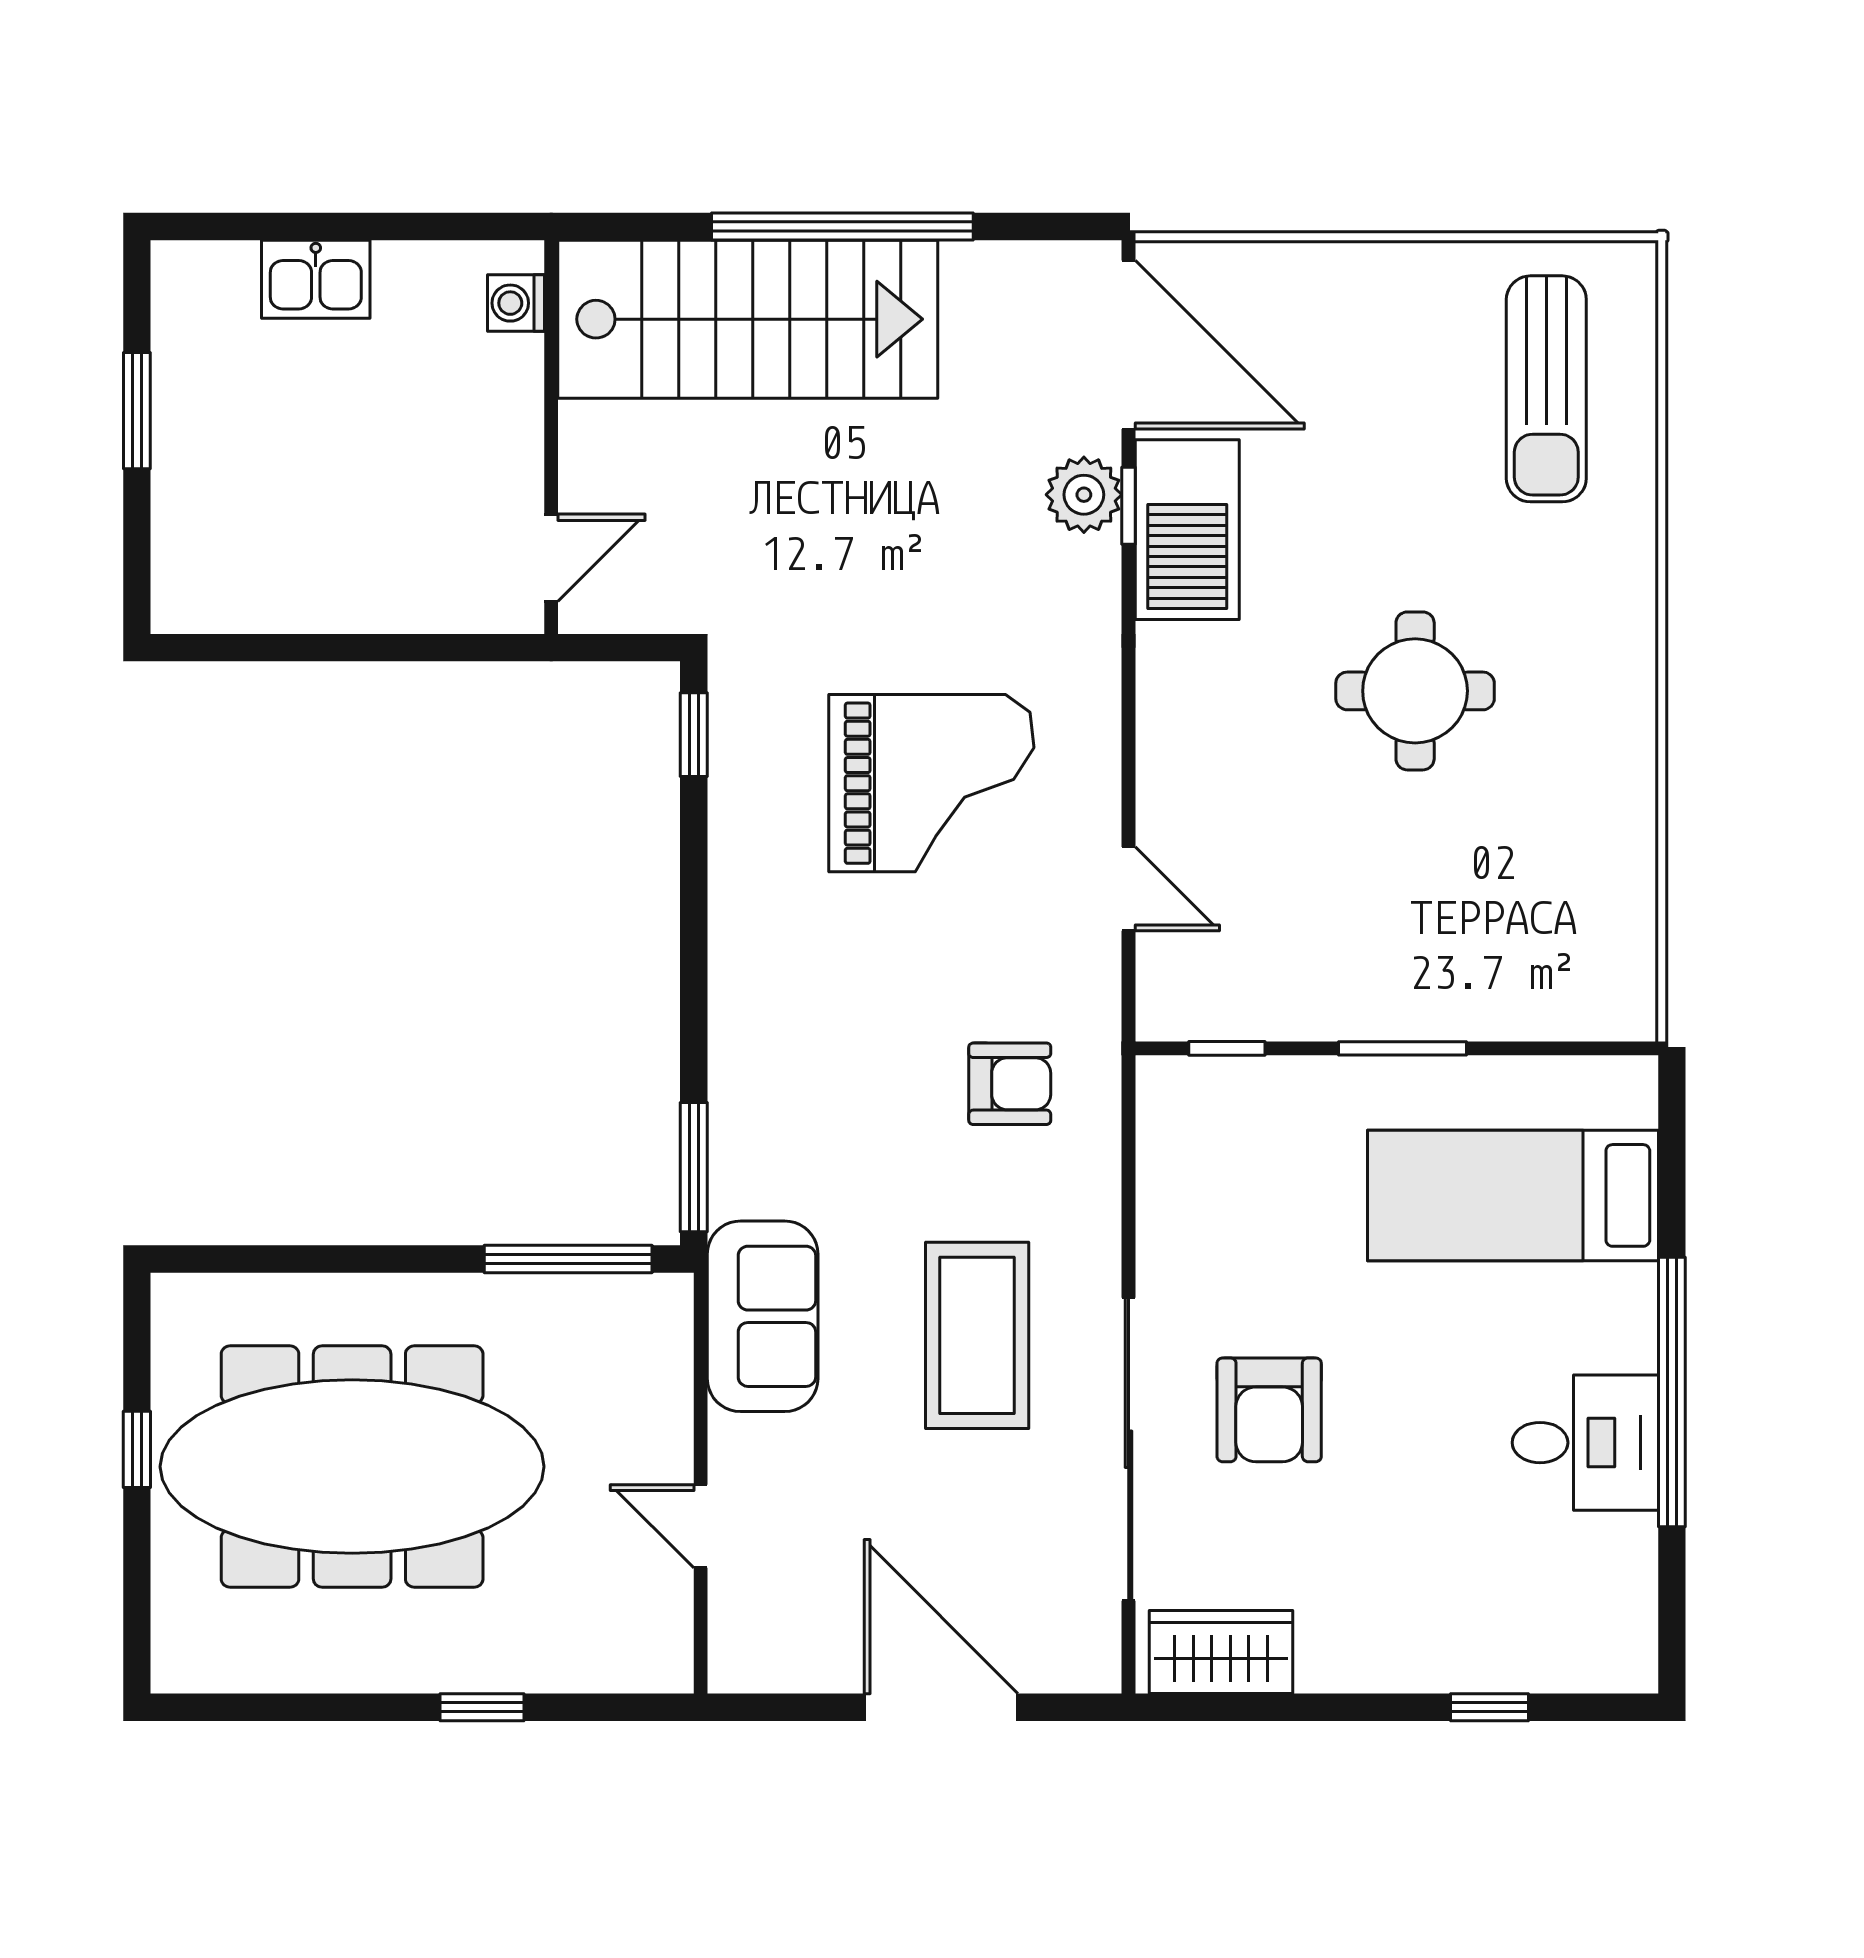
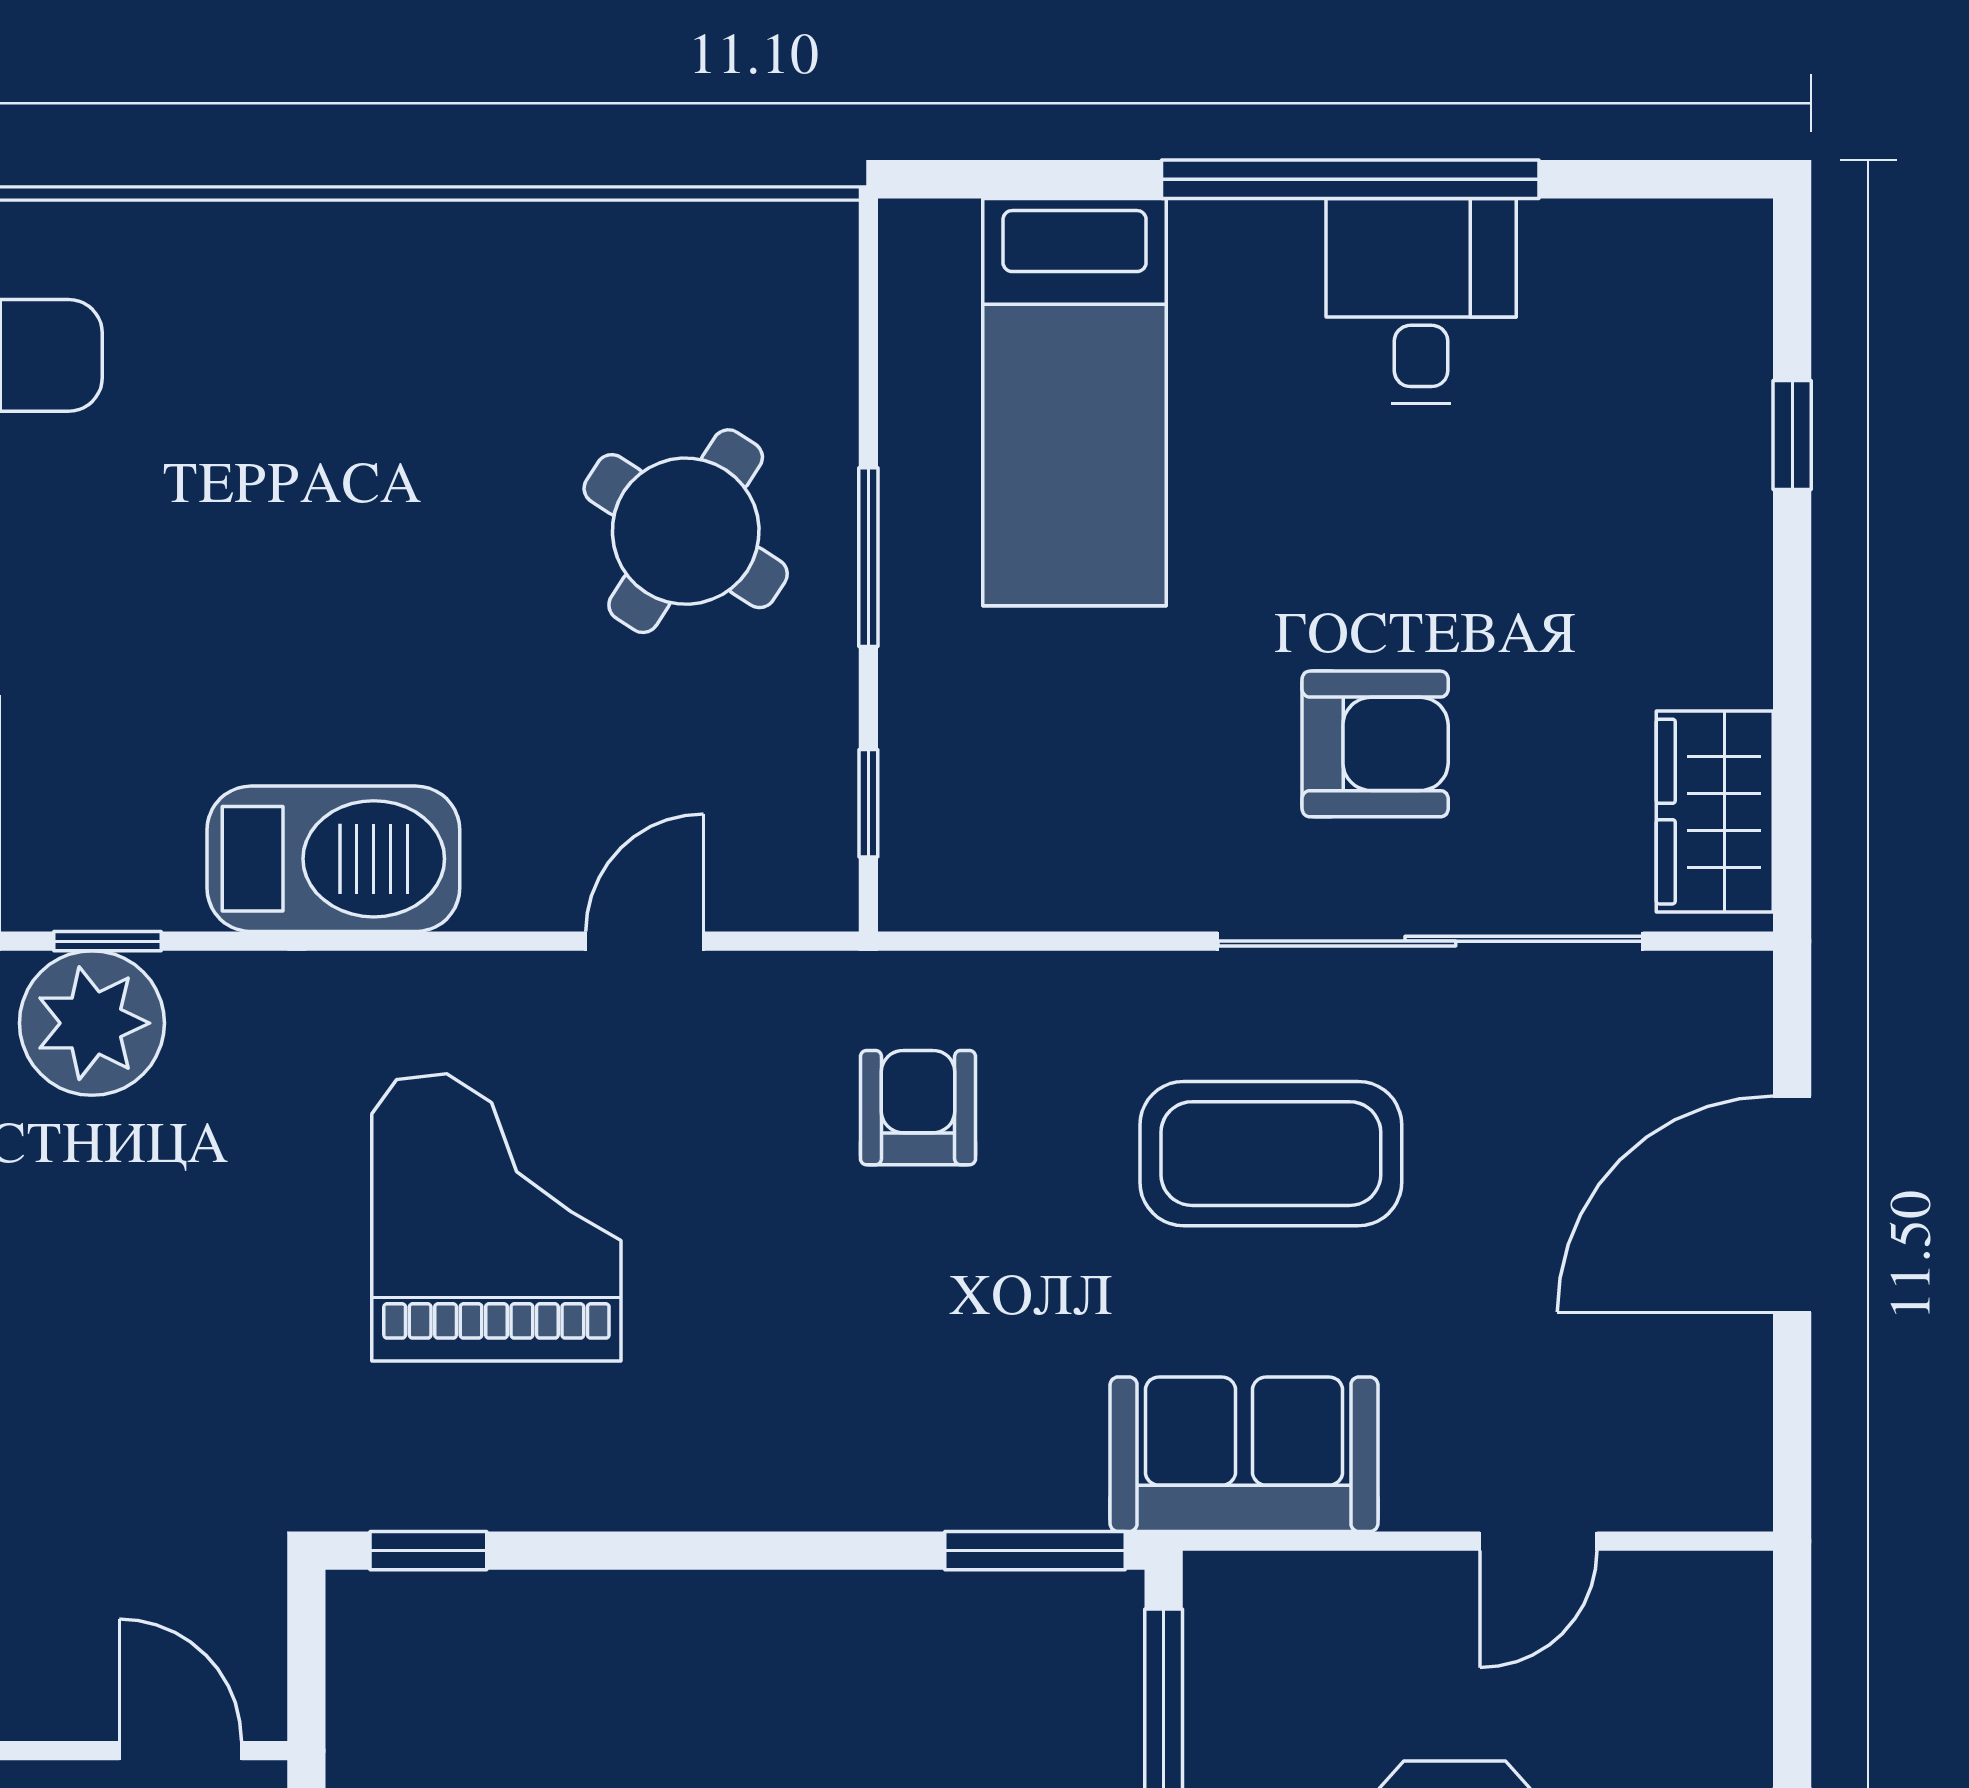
plant: (1084, 495) -> (92, 1023), width x1.36, depth x1.36
barbecue: (1187, 530) -> (333, 859), moved
round table: (1415, 691) -> (686, 531), moved, turned 33

